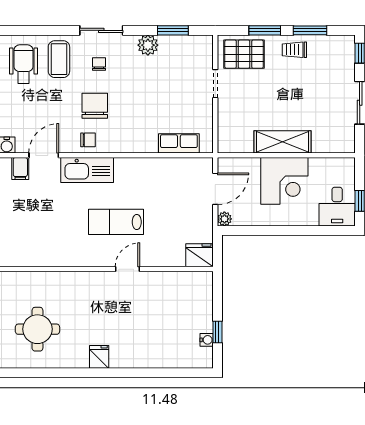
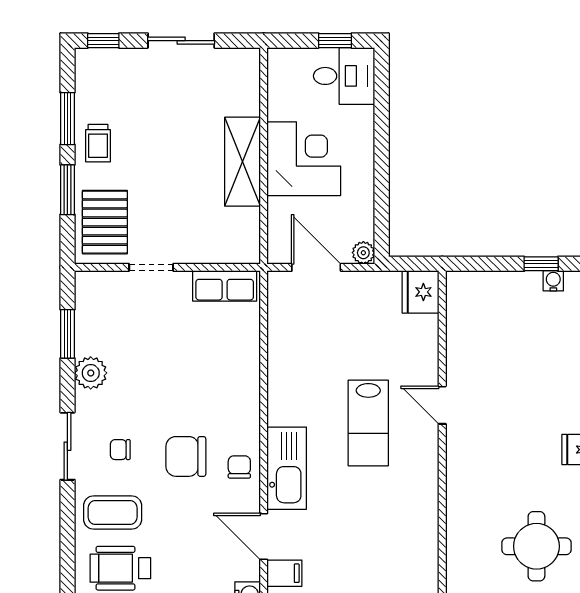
row of seats: (179, 143) -> (225, 286), moved, turned -90

